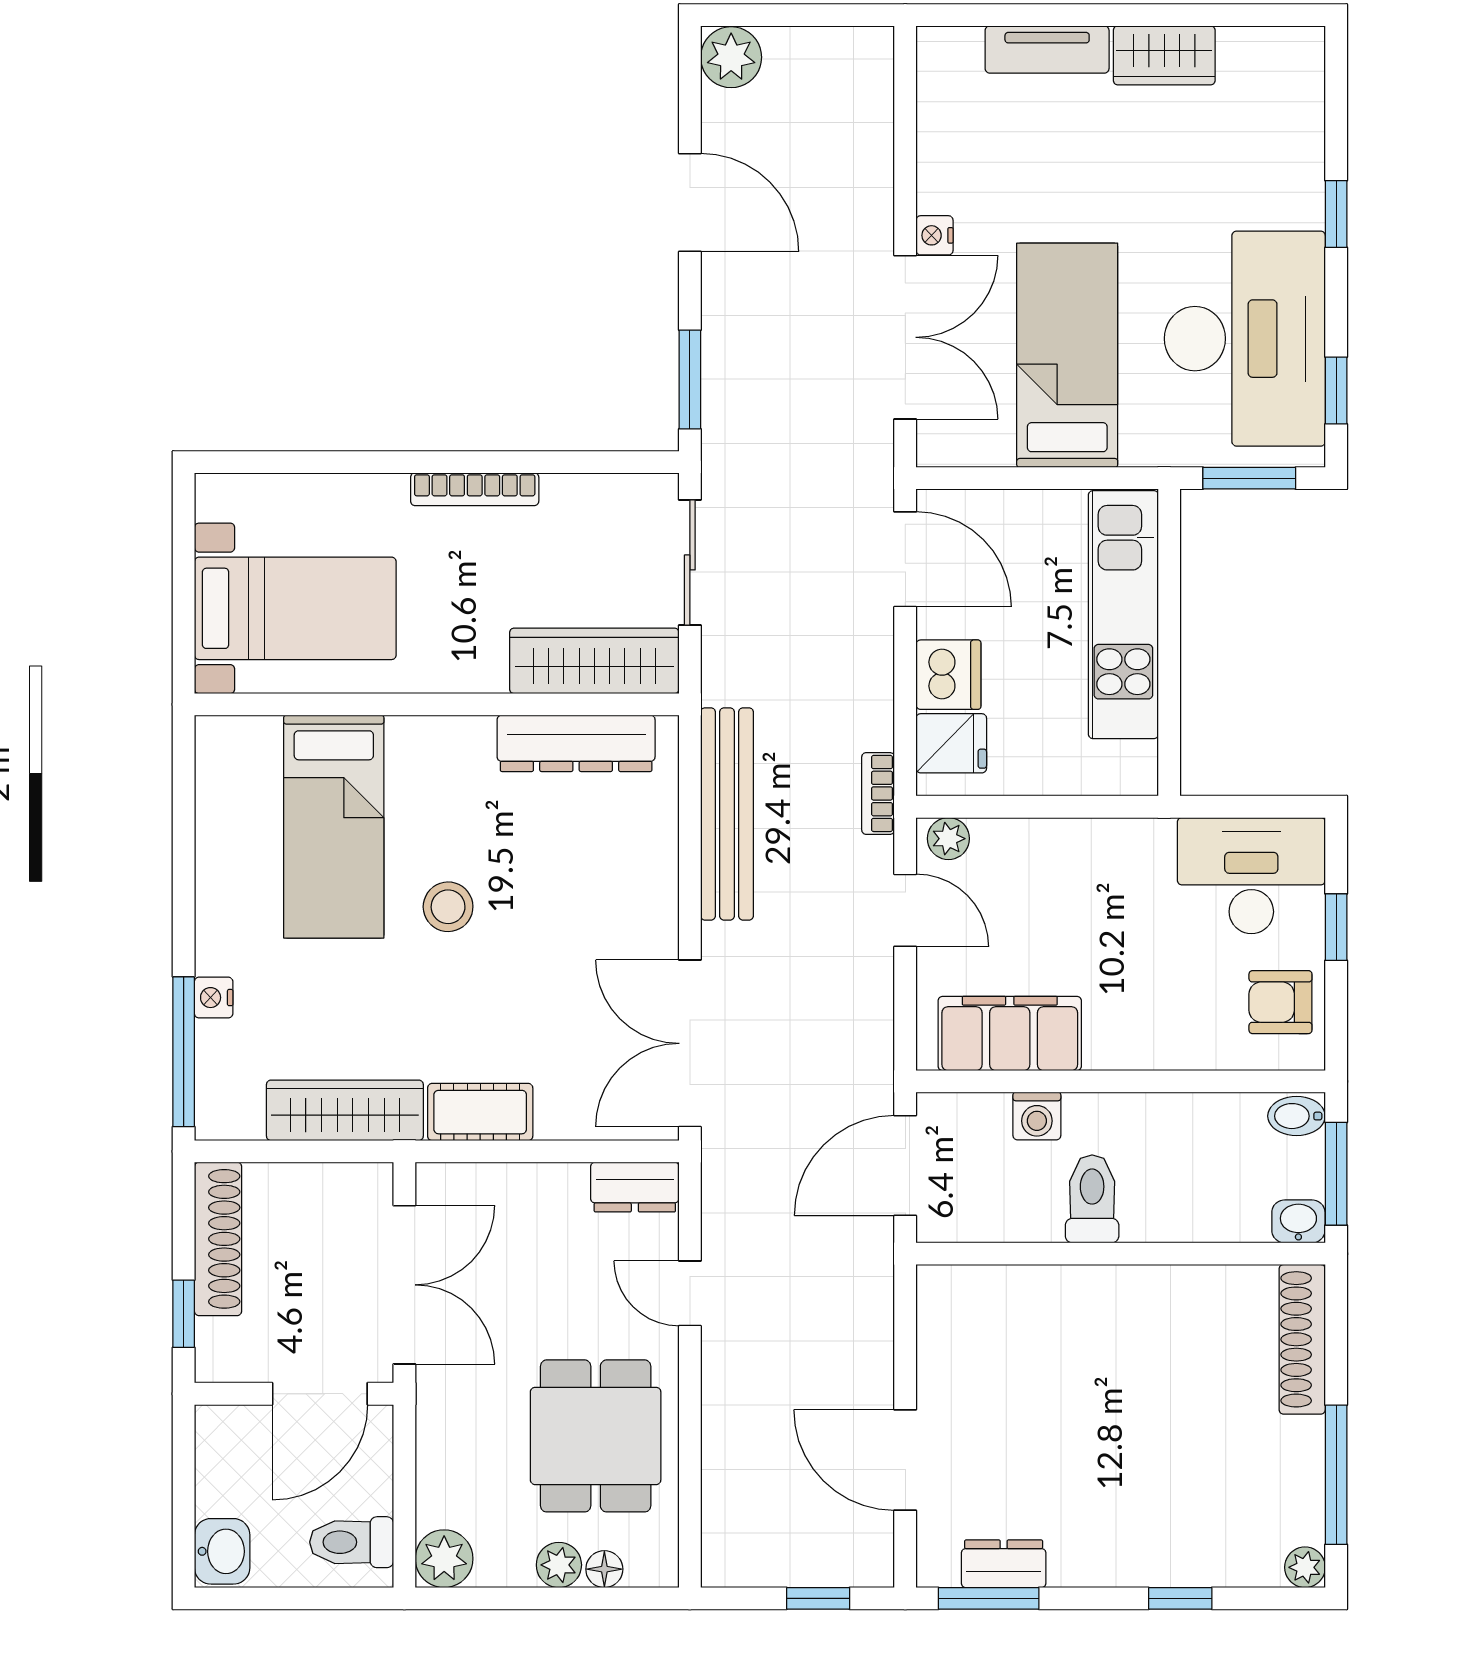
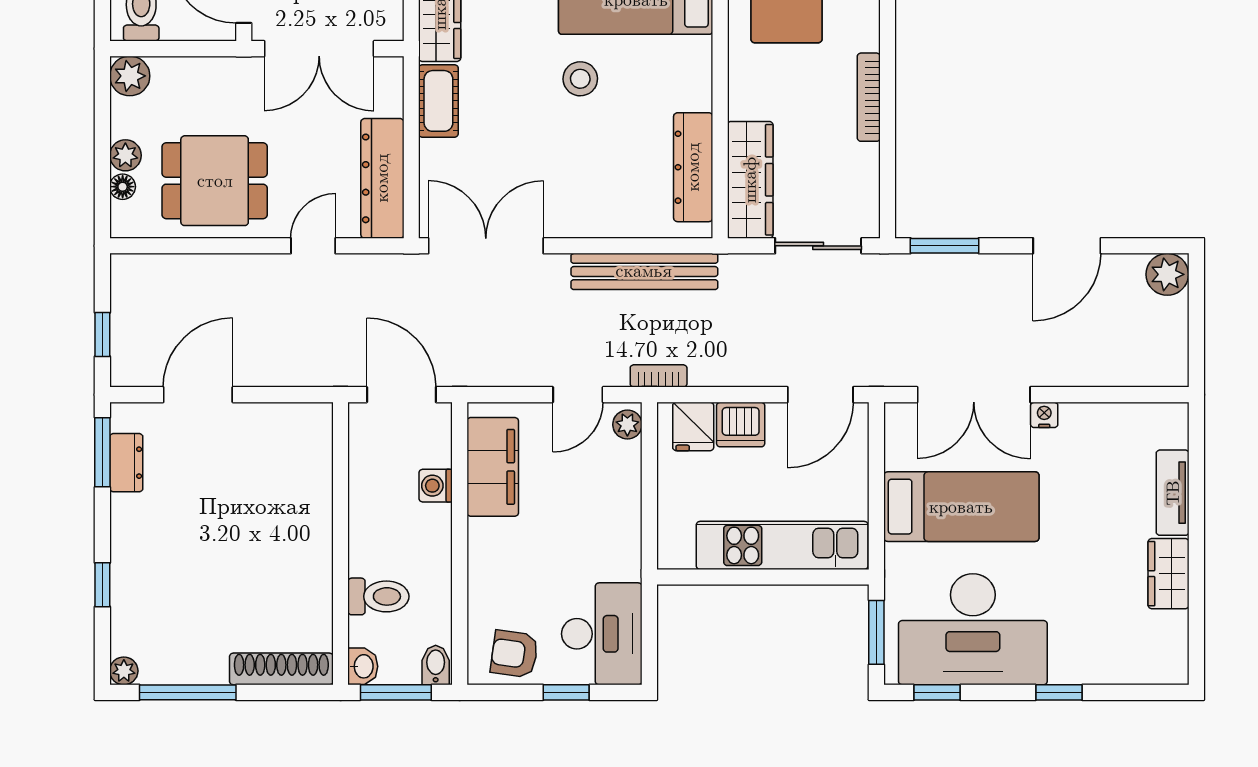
armchair: (1280, 1002) -> (514, 654), turned -82
dresser: (635, 1187) -> (382, 178), width x1.96, depth x1.24
toilet: (1092, 1199) -> (378, 596), moved

